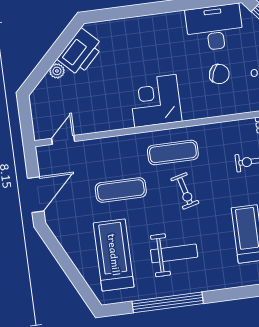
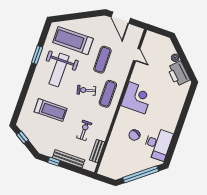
door: (63, 140) -> (137, 55), moved
weight bench: (174, 253) -> (59, 70), width x1.36, depth x1.33
treadmill: (114, 255) -> (73, 41), turned 180
window: (168, 302) -> (37, 55), width x0.47

